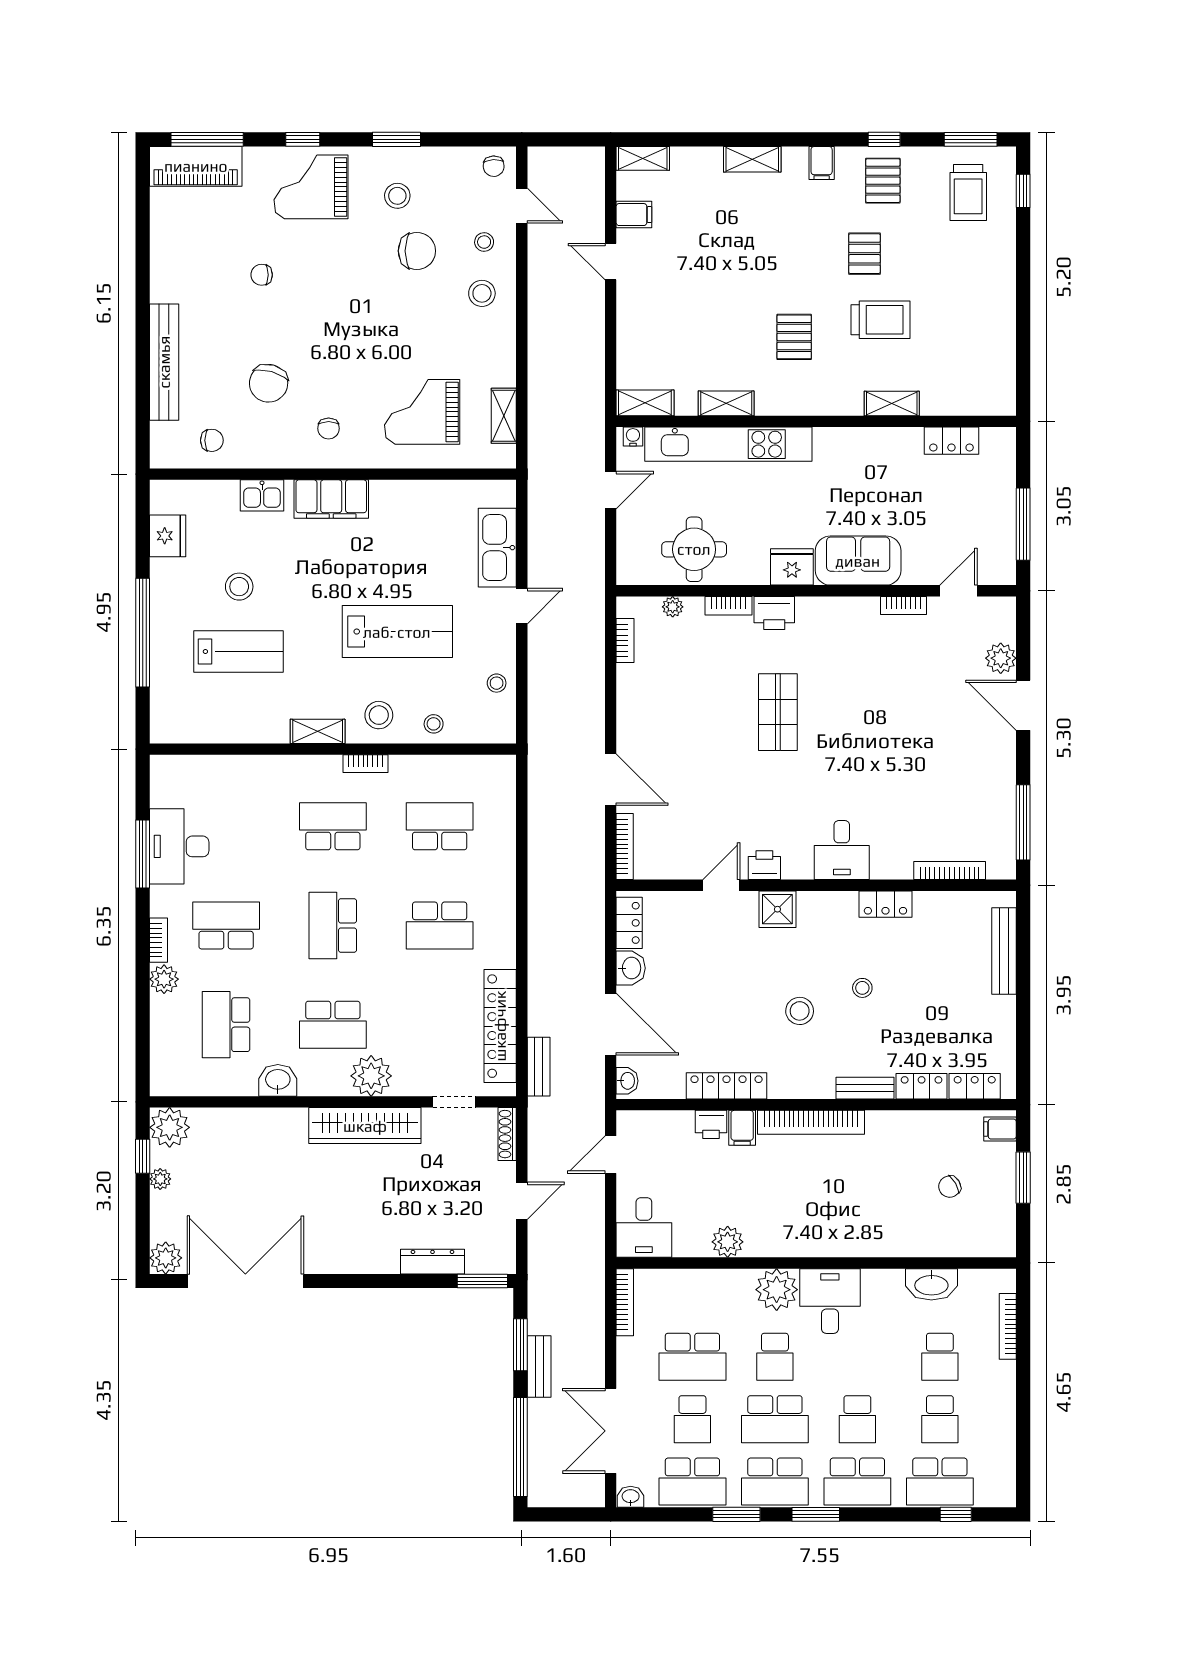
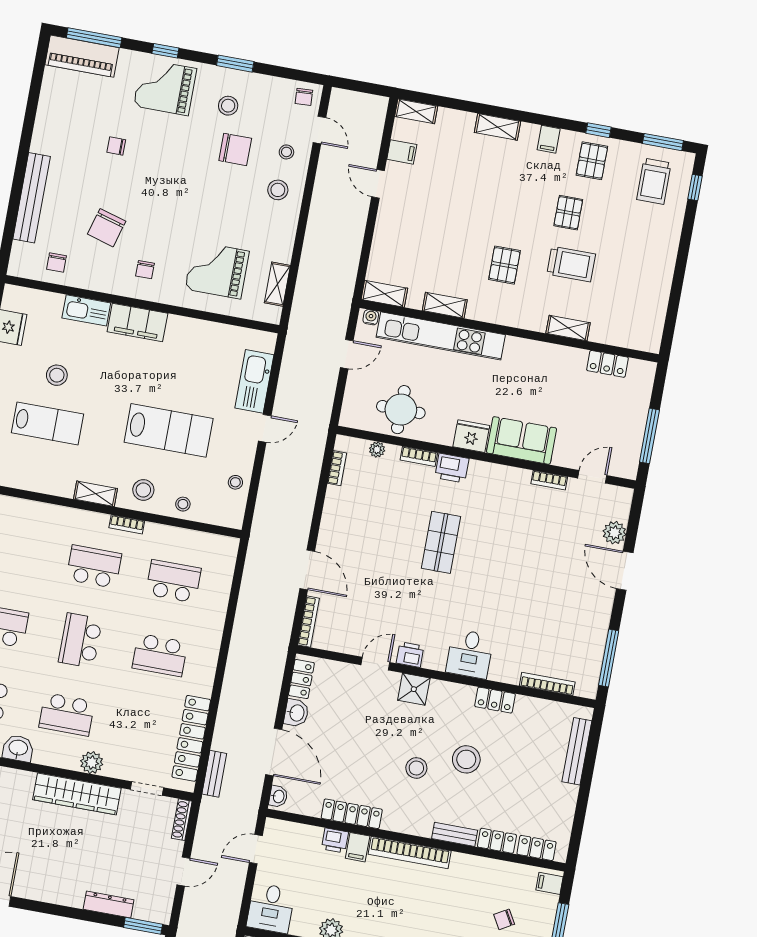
chair: (212, 440) -> (57, 262), turned 90
kitchen sink: (262, 495) -> (86, 310), width x1.38
stool: (862, 988) -> (466, 759), width x1.89, depth x1.89
plant: (371, 1076) -> (92, 763), width x0.73, depth x0.73

